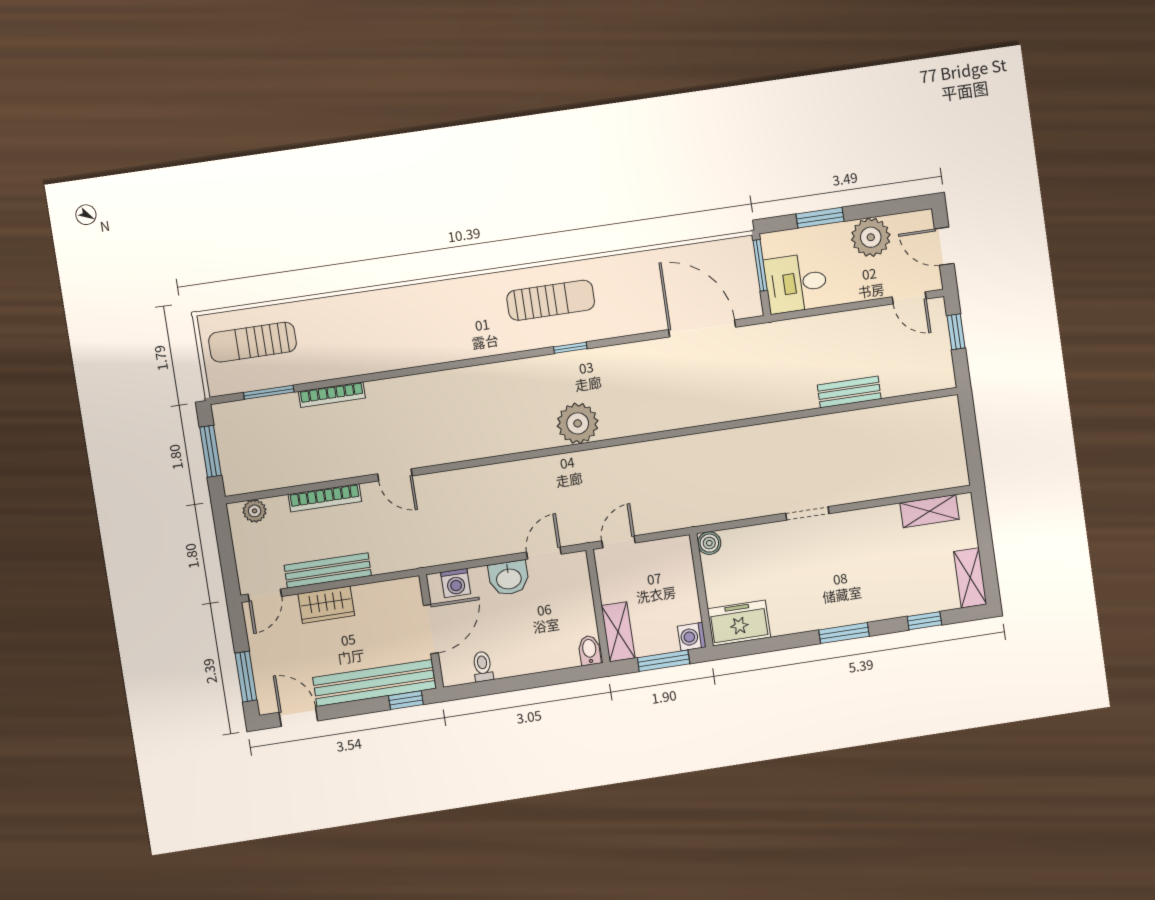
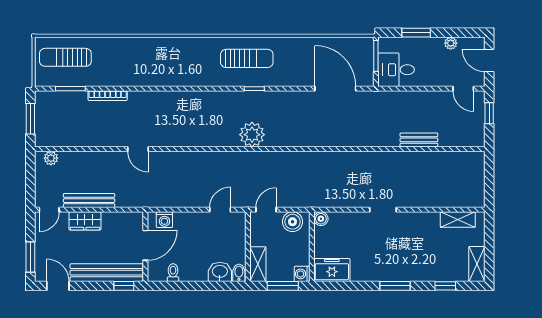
plant: (871, 237) -> (451, 43), width x0.53, depth x0.53
bookcase: (325, 498) -> (94, 157), removed
boiler: (664, 555) -> (293, 222), added
washbasin: (509, 578) -> (220, 272), moved, turned 180

